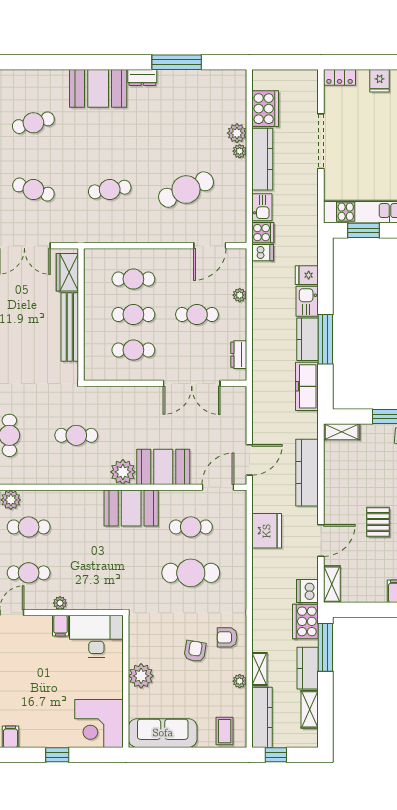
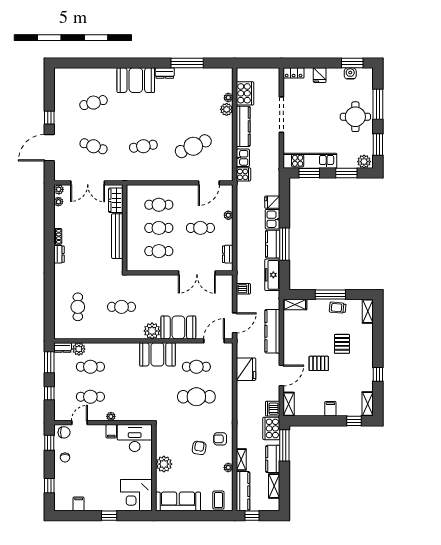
plant: (240, 151) -> (228, 98), moved
dishwasher: (263, 253) -> (243, 289), moved
pallet: (378, 522) -> (319, 363), turned 90

